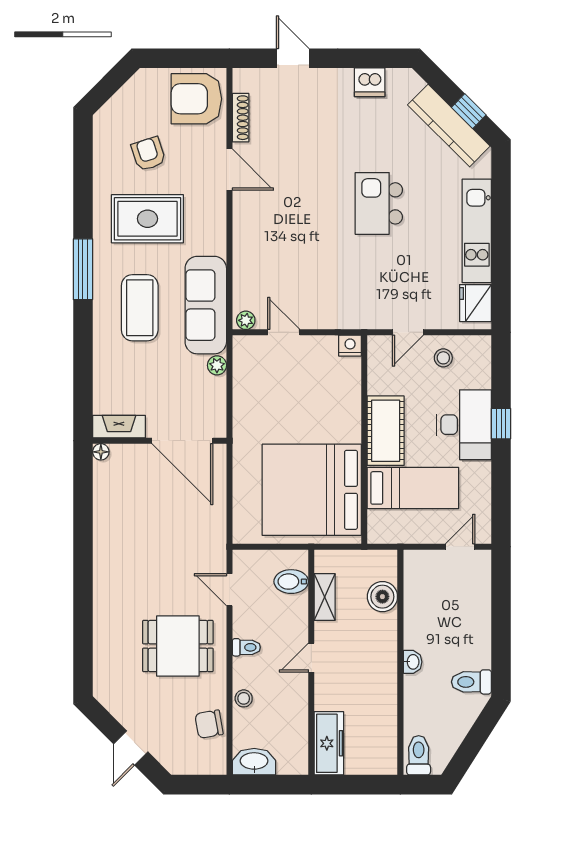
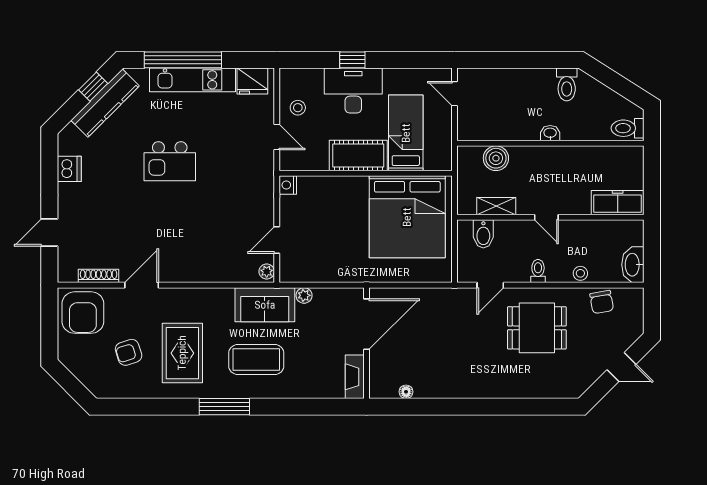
window: (501, 219) -> (183, 60), added
sofa: (206, 305) -> (265, 305), width x0.73
floor lamp: (101, 452) -> (406, 392), moved
dining table: (178, 646) -> (537, 328), turned 90

